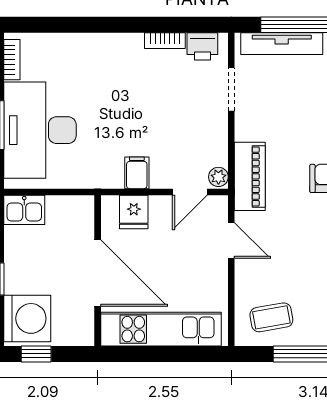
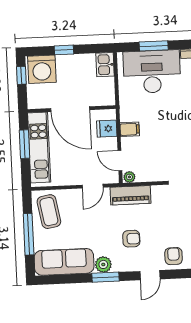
door: (98, 273) -> (70, 109), hinge flipped
coffee table: (271, 317) -> (49, 212), width x1.36, depth x1.30
window: (154, 354) -> (24, 144), added

